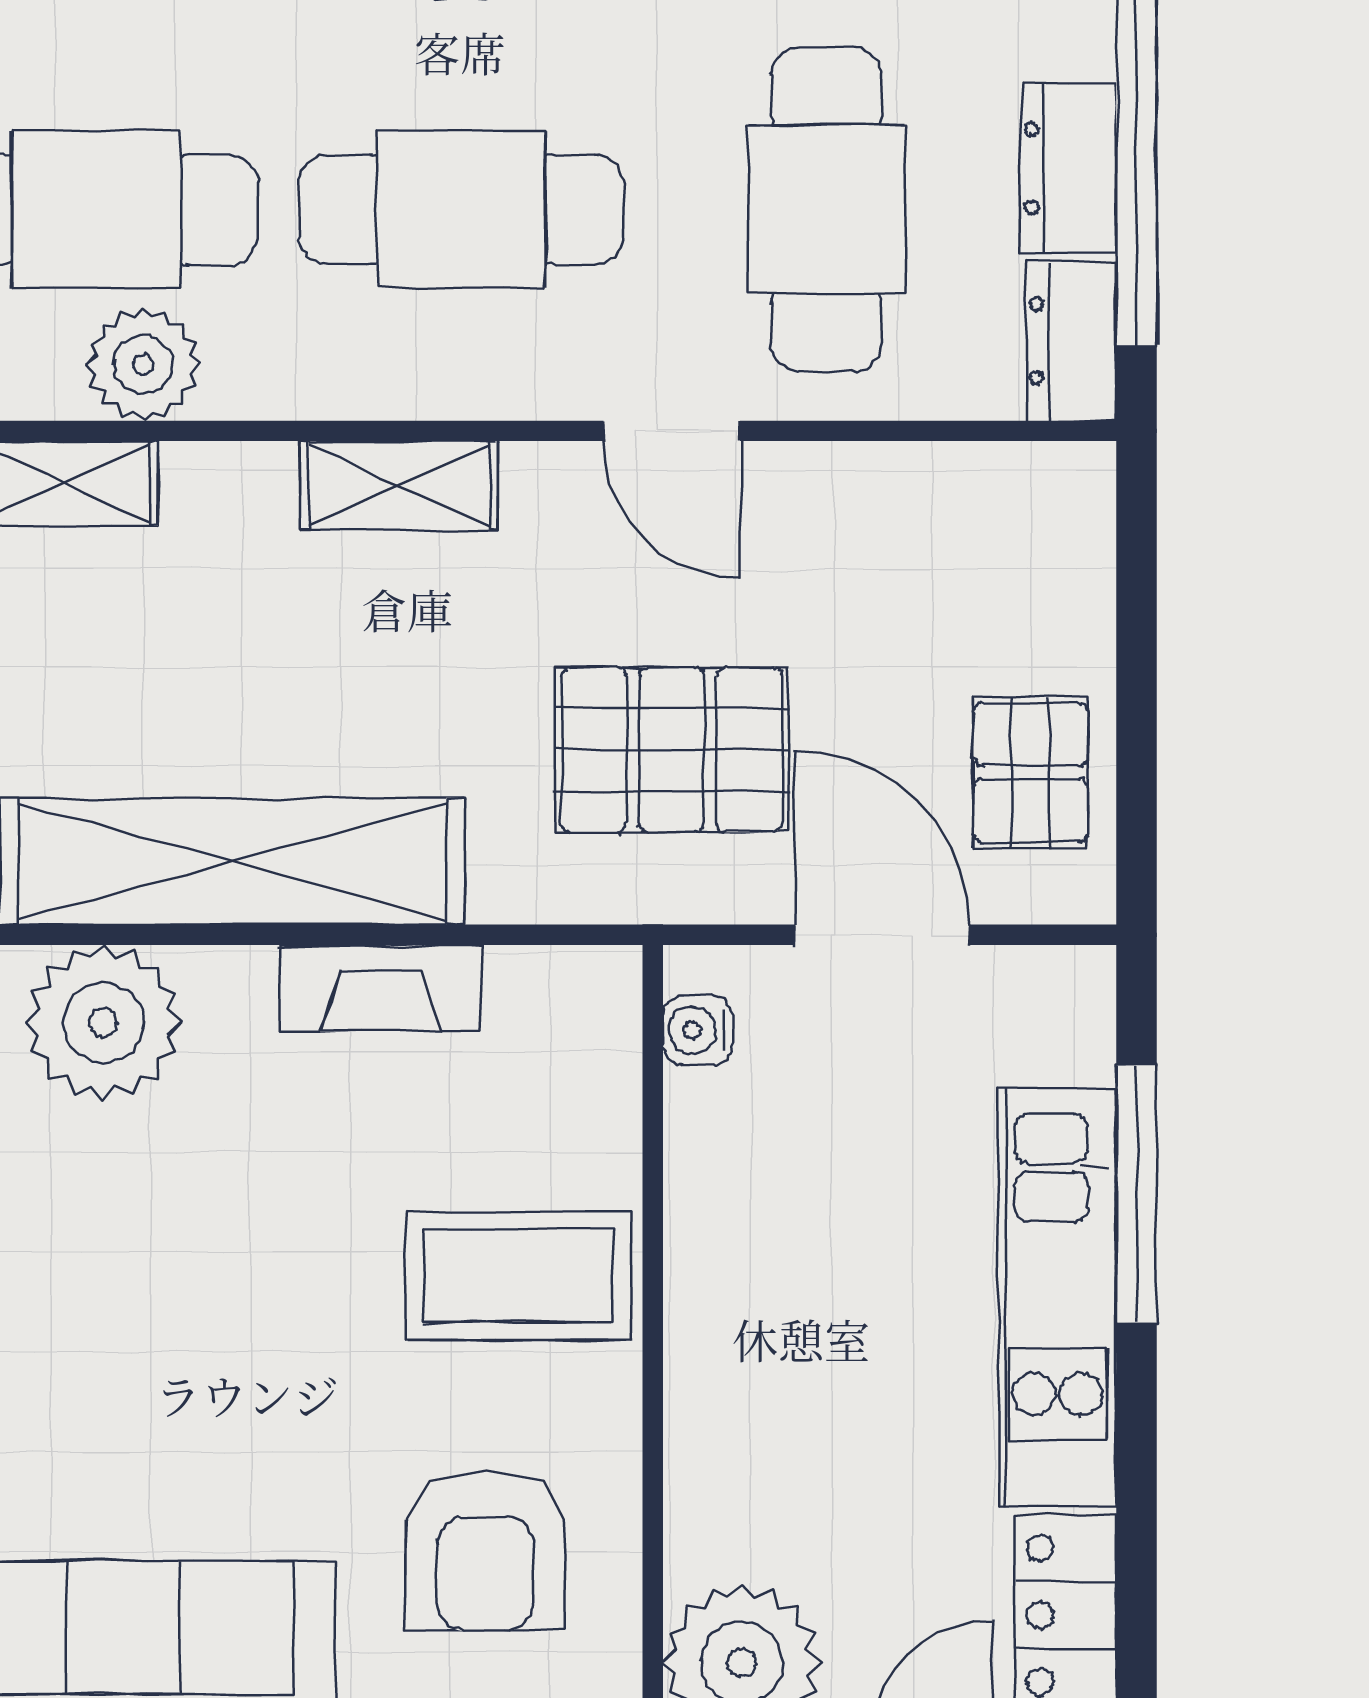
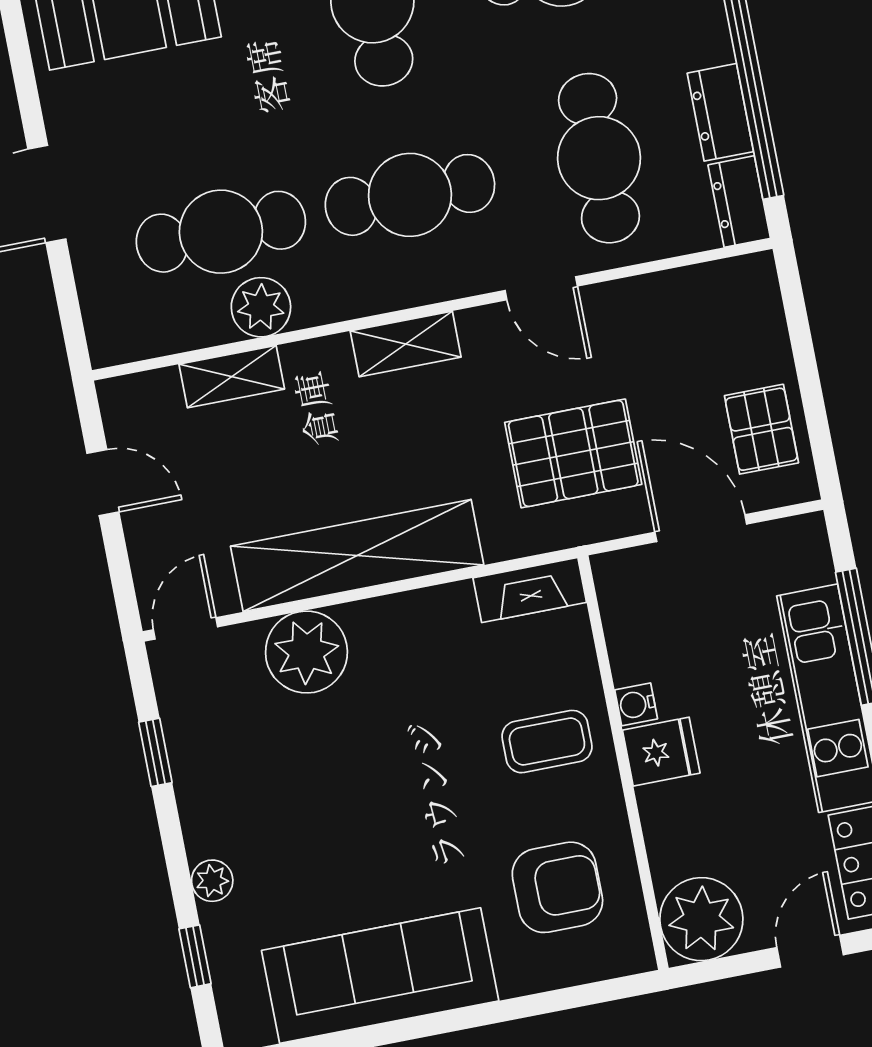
fireplace: (381, 988) -> (530, 590), moved
water cooler: (698, 1030) -> (636, 704), moved
coffee table: (518, 1276) -> (547, 742), width x0.73, depth x0.77
fridge: (727, 1336) -> (661, 752), added
armchair: (485, 1551) -> (557, 887), turned -90

